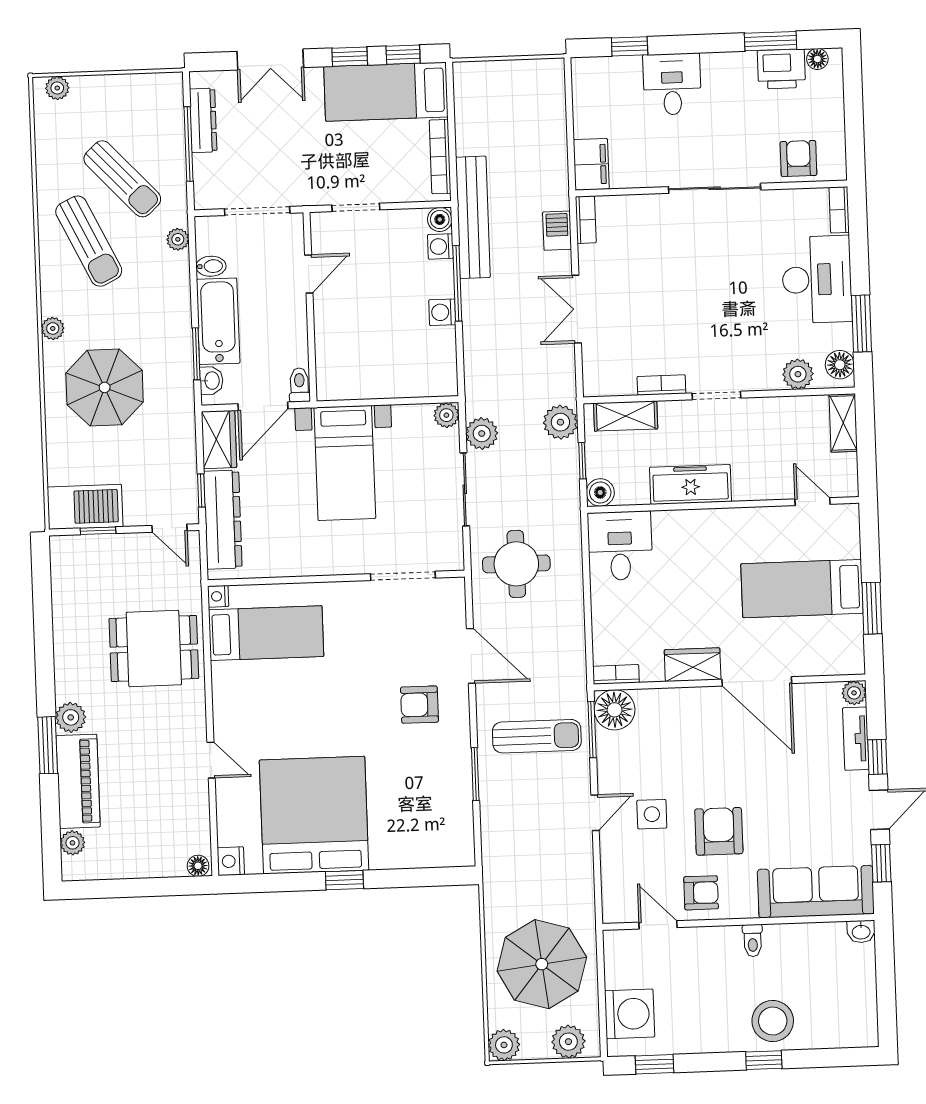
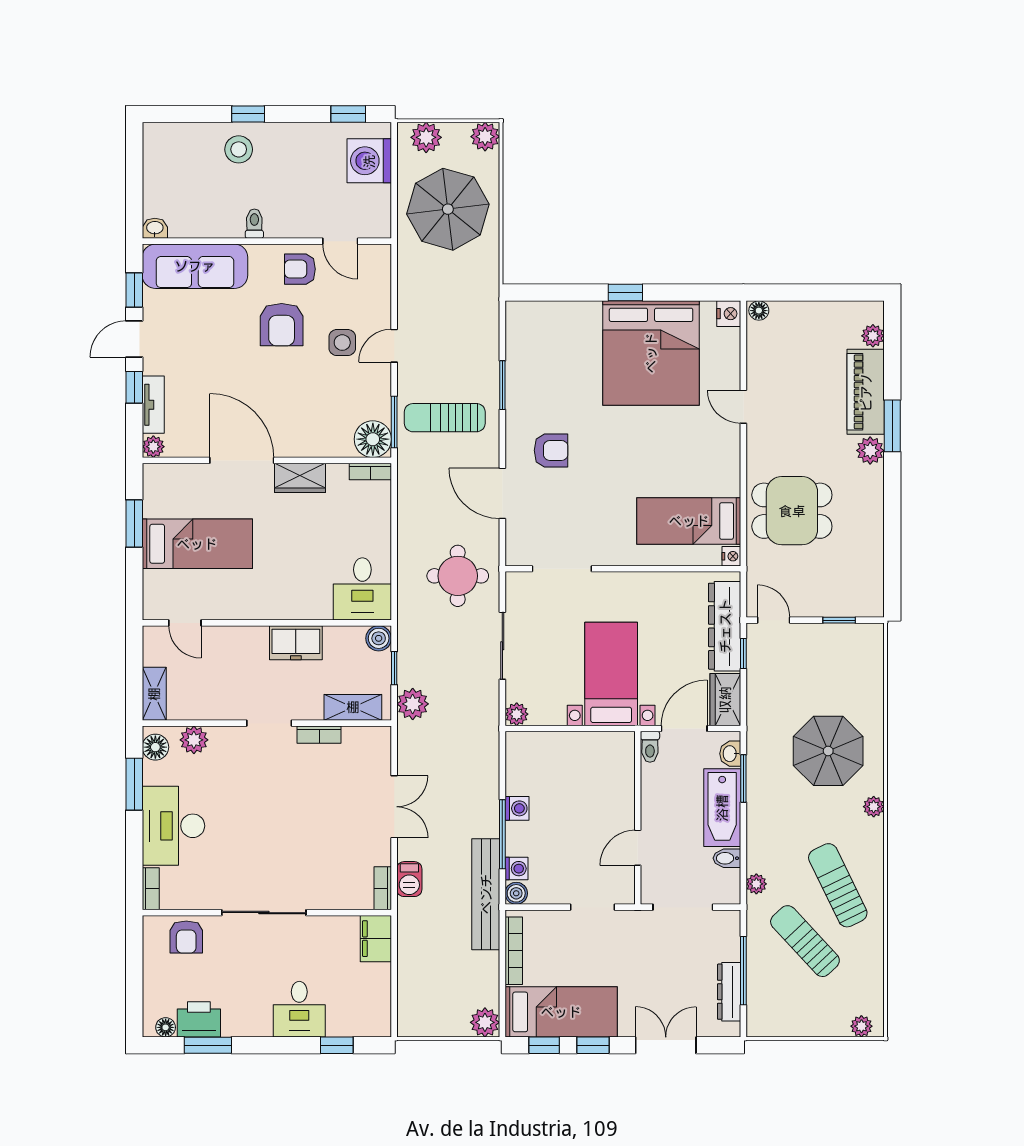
plant: (482, 434) -> (485, 1022), moved
freezer: (690, 484) -> (296, 643), width x0.71
barbecue: (85, 507) -> (850, 642), removed
stool: (773, 1021) -> (239, 149), width x0.73, depth x0.73

